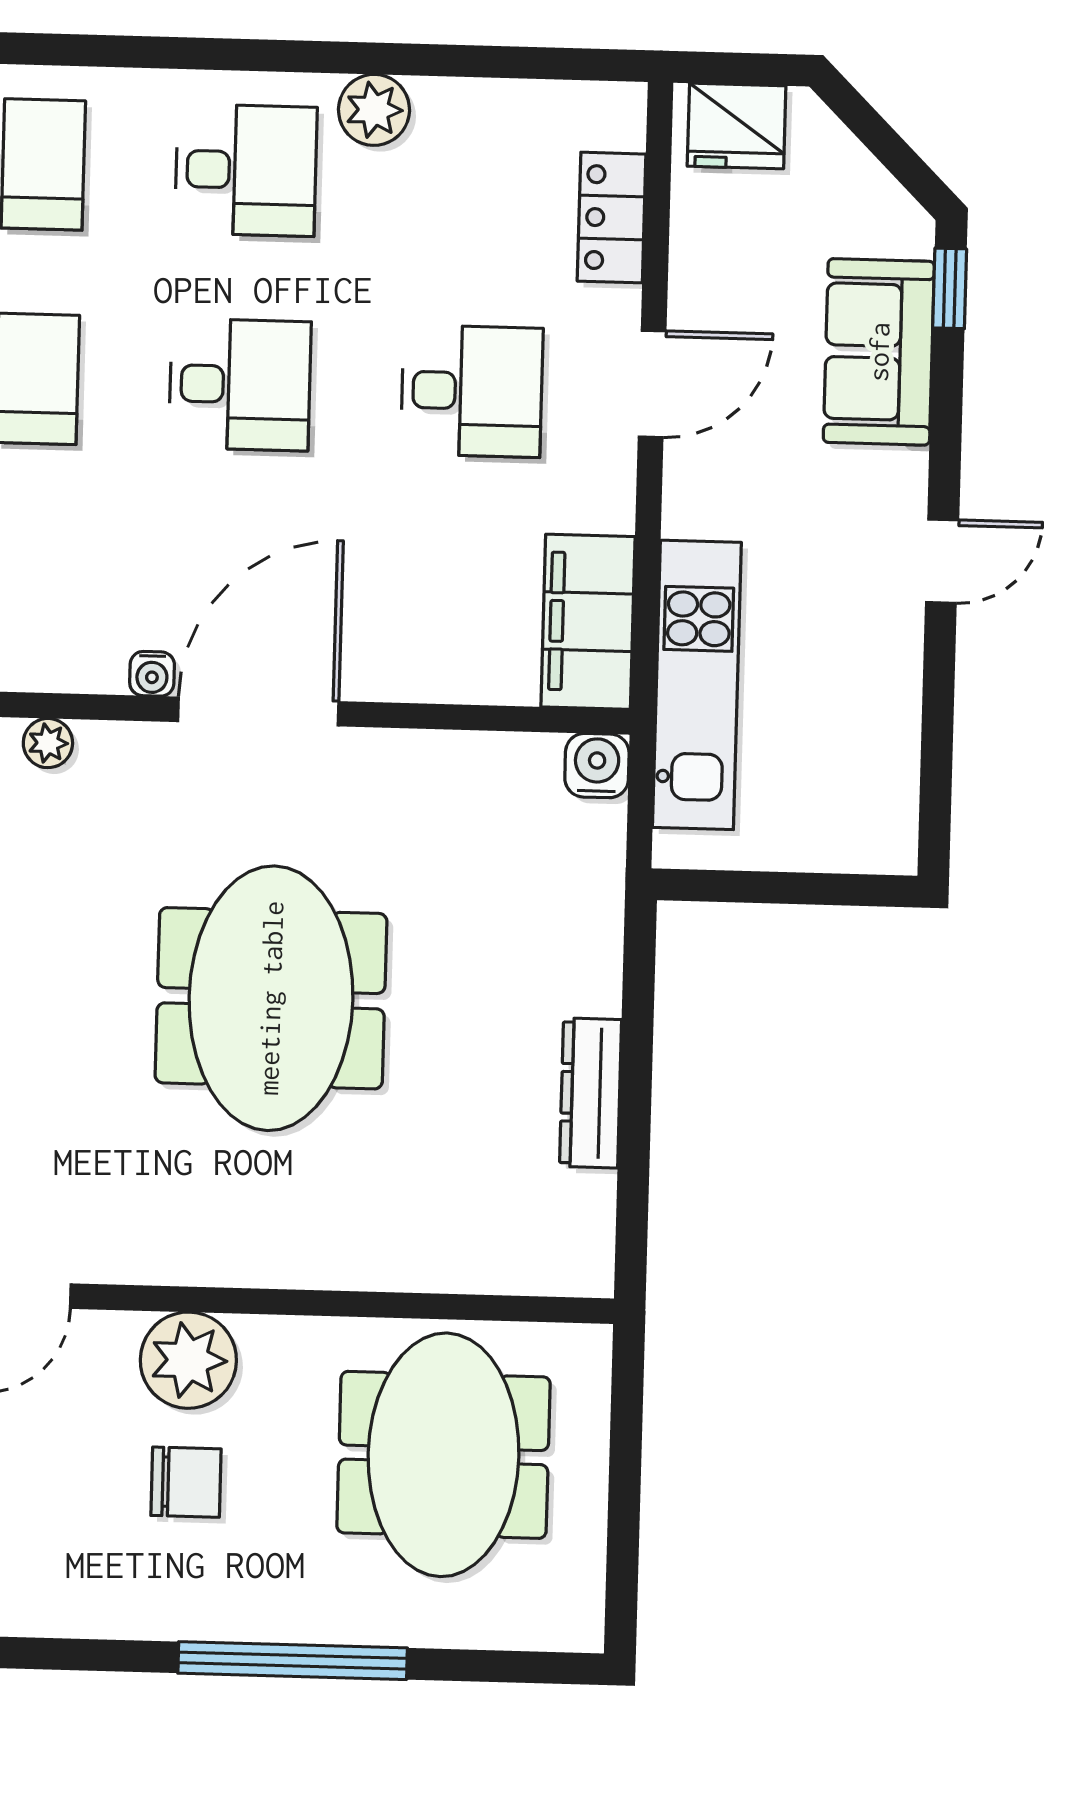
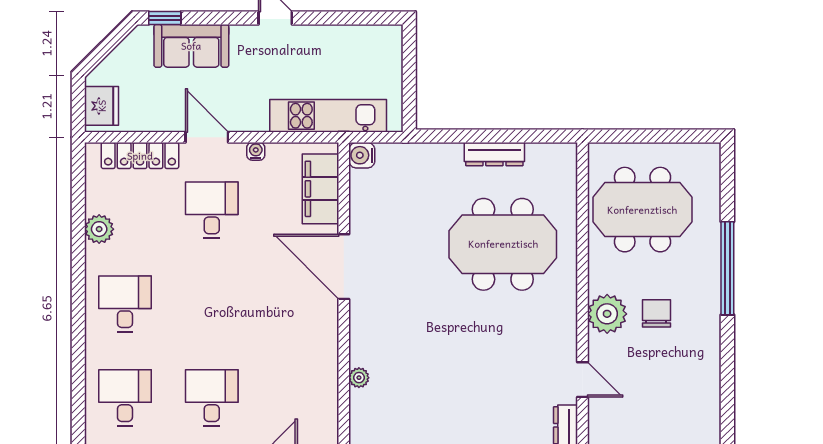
plant: (374, 110) -> (99, 229), moved
locker: (612, 218) -> (140, 156), width x1.53
desk: (240, 384) -> (212, 304), removed
filing cabinet: (588, 622) -> (321, 189), moved, turned 90
water cooler: (152, 674) -> (256, 151), moved, turned -90
door: (258, 712) -> (344, 267), moved
meeting table: (271, 998) -> (503, 244), moved

